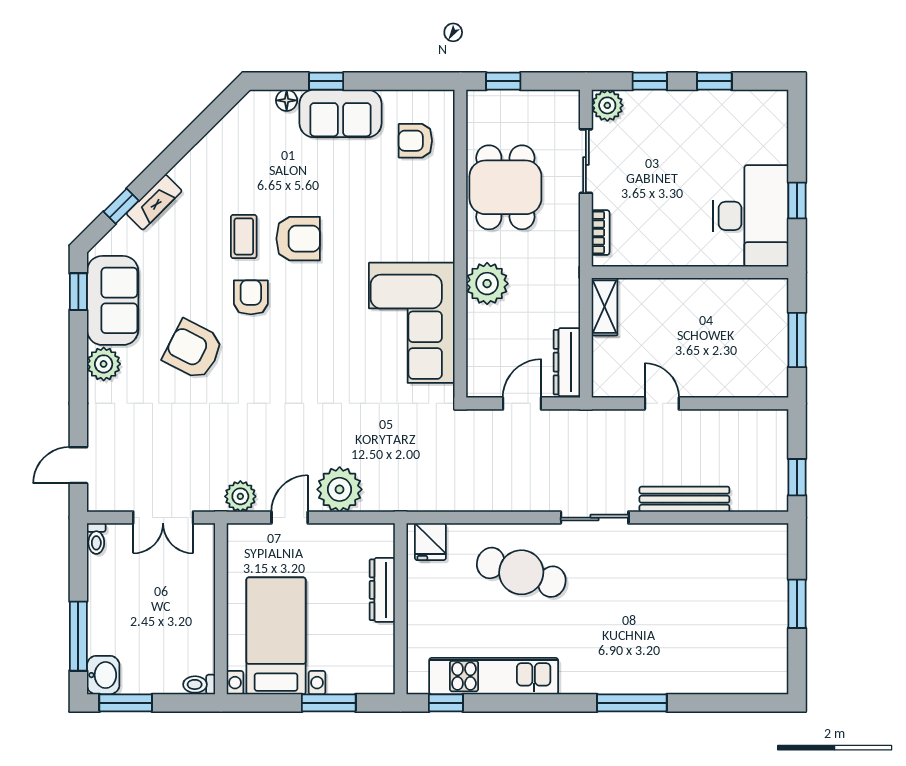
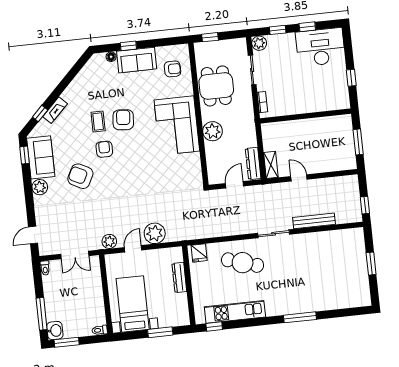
armchair: (415, 141) -> (172, 69), turned 180
desk: (750, 216) -> (320, 47), moved, turned -90
armchair: (298, 239) -> (123, 120), turned -85
shelving: (605, 307) -> (271, 165), moved
corner sofa: (412, 323) -> (177, 126), moved

